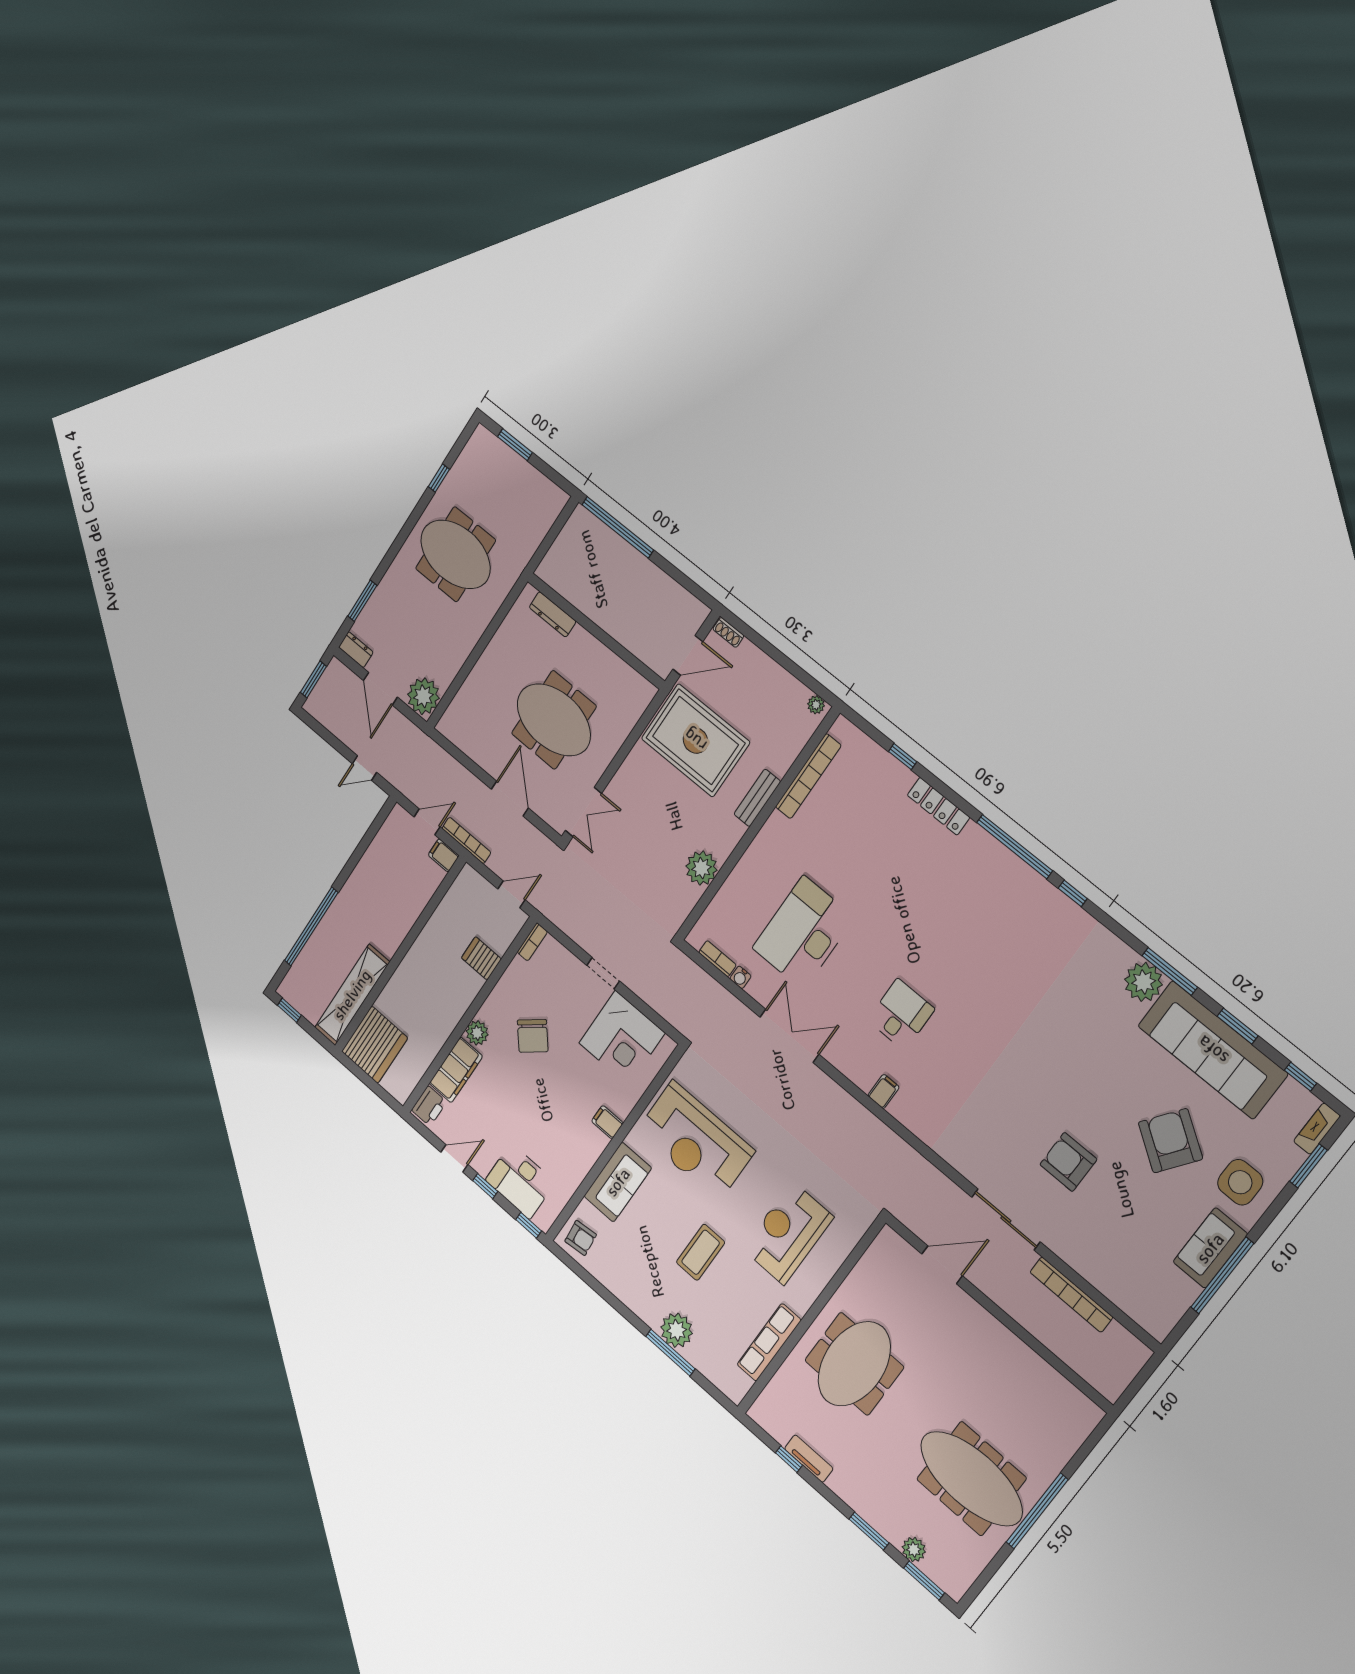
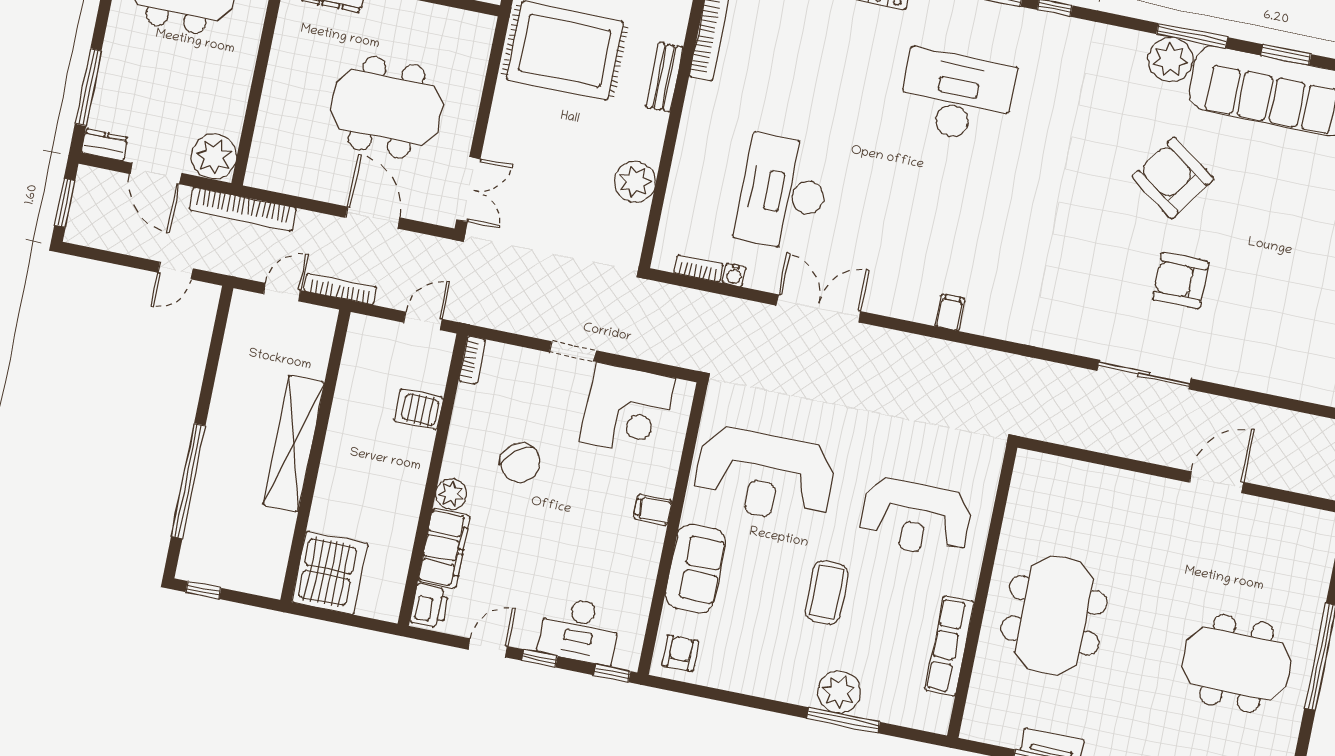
window: (362, 601) -> (88, 87), width x1.44
filing cabinet: (444, 855) -> (320, 319), removed
shelving: (352, 995) -> (294, 444), moved
desk: (901, 1014) -> (957, 96), moved, width x1.87, depth x1.30
armchair: (1170, 1141) -> (1173, 178), moved
reception desk: (788, 1233) -> (916, 518), turned -90
armchair: (581, 1238) -> (680, 653), turned -84
door: (942, 1265) -> (1216, 482), moved
bookcase: (1071, 1295) -> (243, 209), moved
meeting table: (971, 1479) -> (1237, 664), width x0.73

